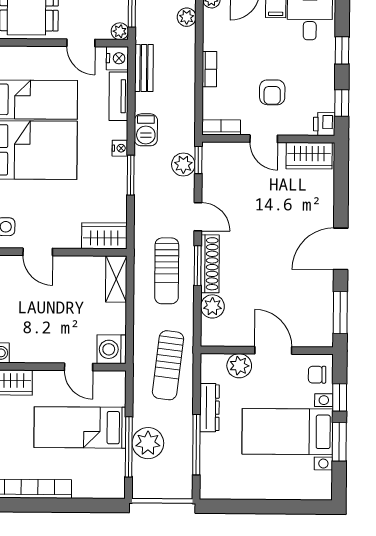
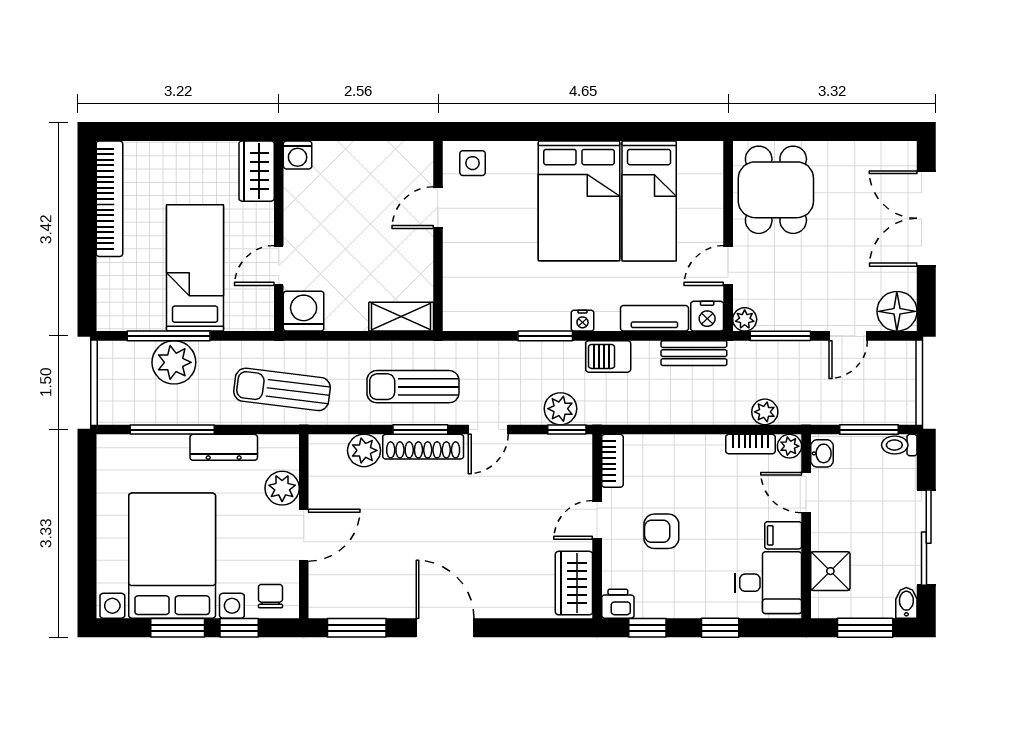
bookcase: (209, 69) -> (750, 444), moved
wardrobe: (104, 236) -> (461, 300), removed
bed with nightstands: (287, 432) -> (172, 556), width x1.36

